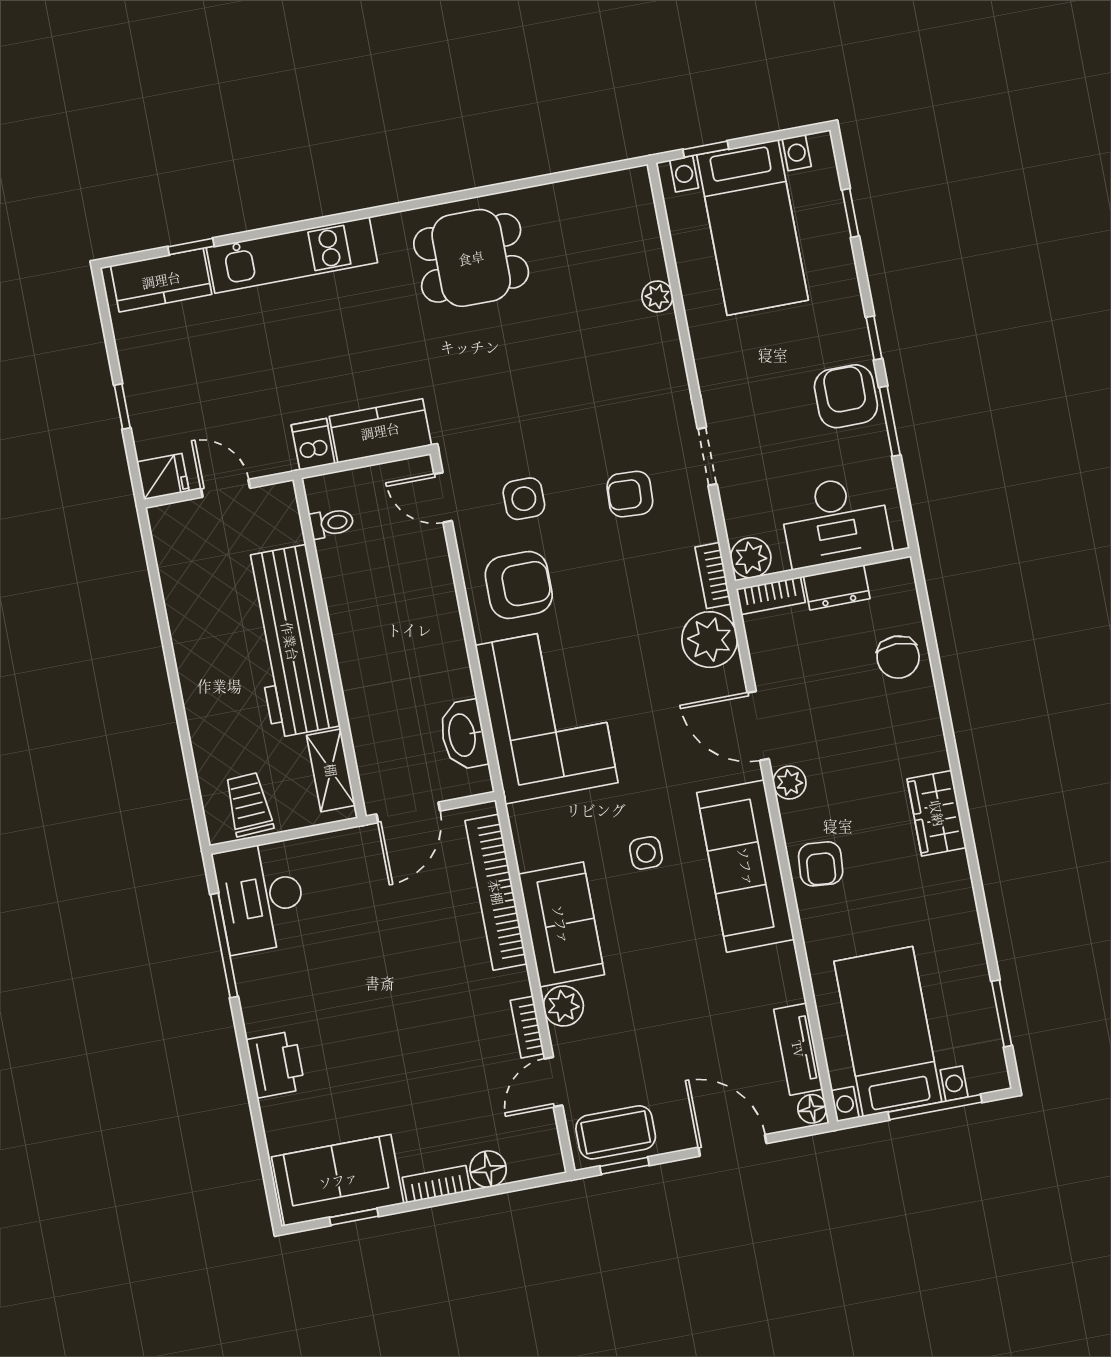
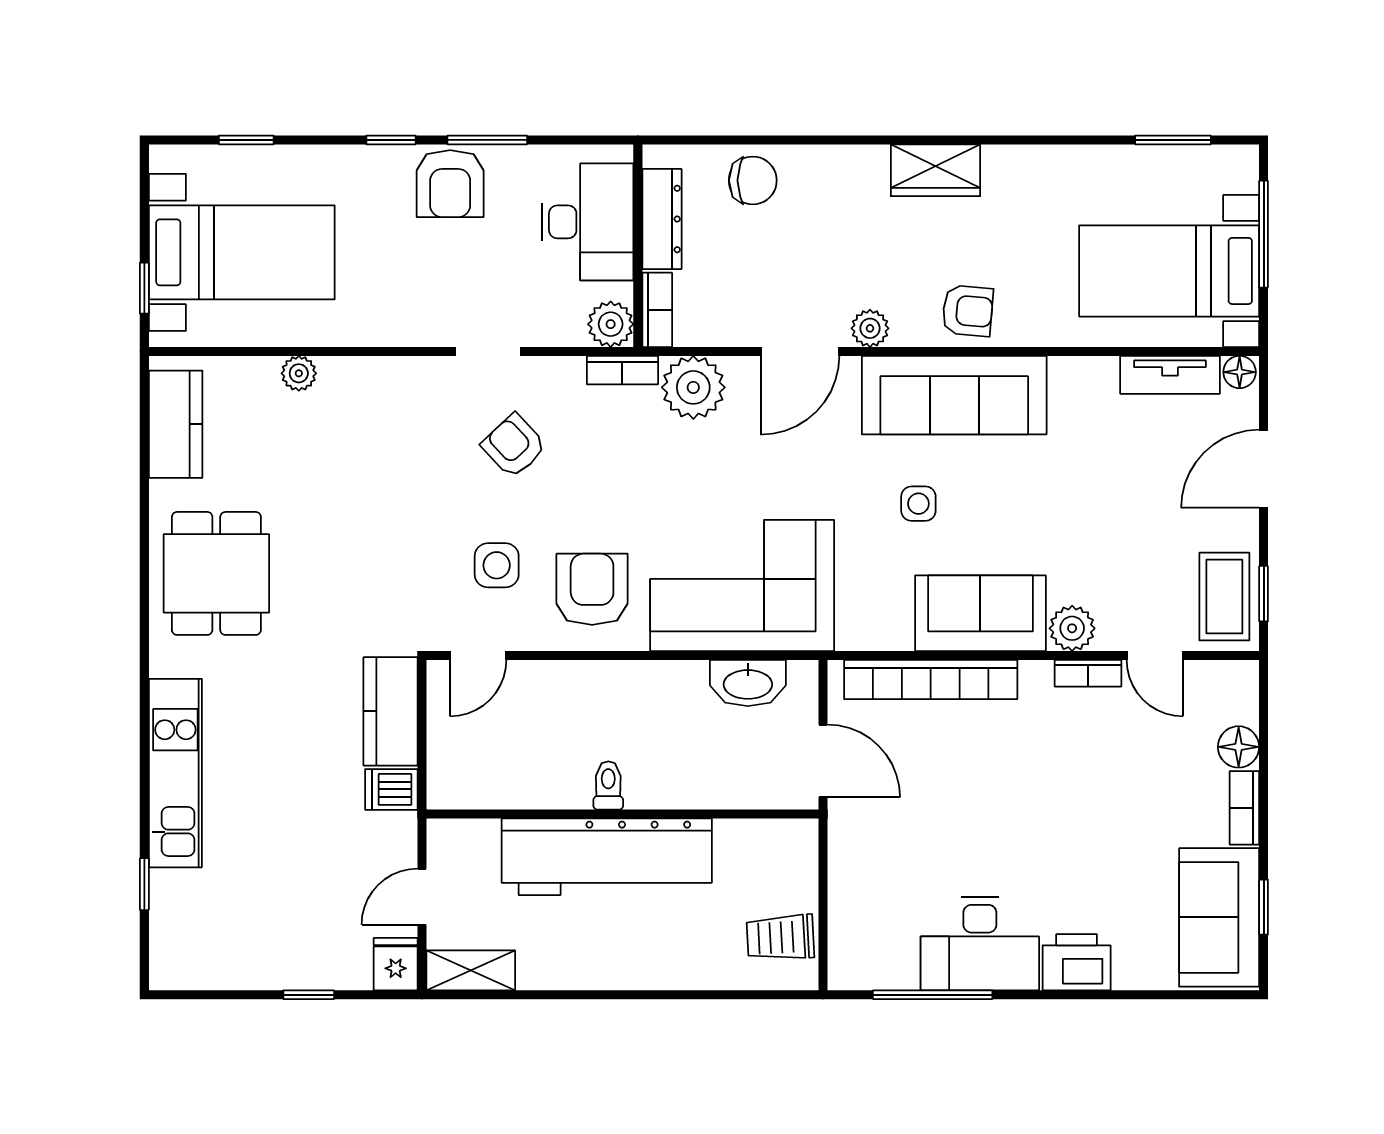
kitchen counter: (161, 280) -> (176, 424), moved
armchair: (846, 396) -> (450, 184), turned -90
armchair: (630, 494) -> (514, 446), turned 134
toilet: (332, 523) -> (608, 785), moved
dresser: (837, 587) -> (662, 219), width x1.44
shelving: (331, 770) -> (471, 970), moved
desk: (261, 897) -> (980, 944), moved

